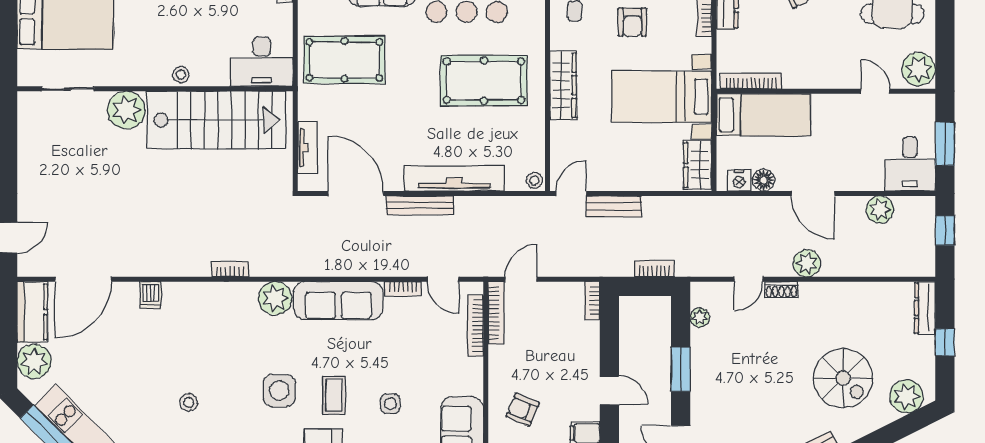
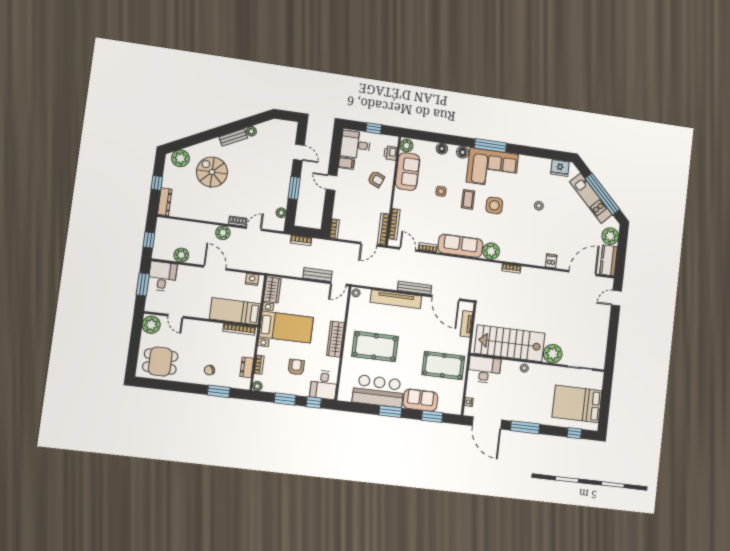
floor lamp: (764, 180) -> (239, 278), removed

